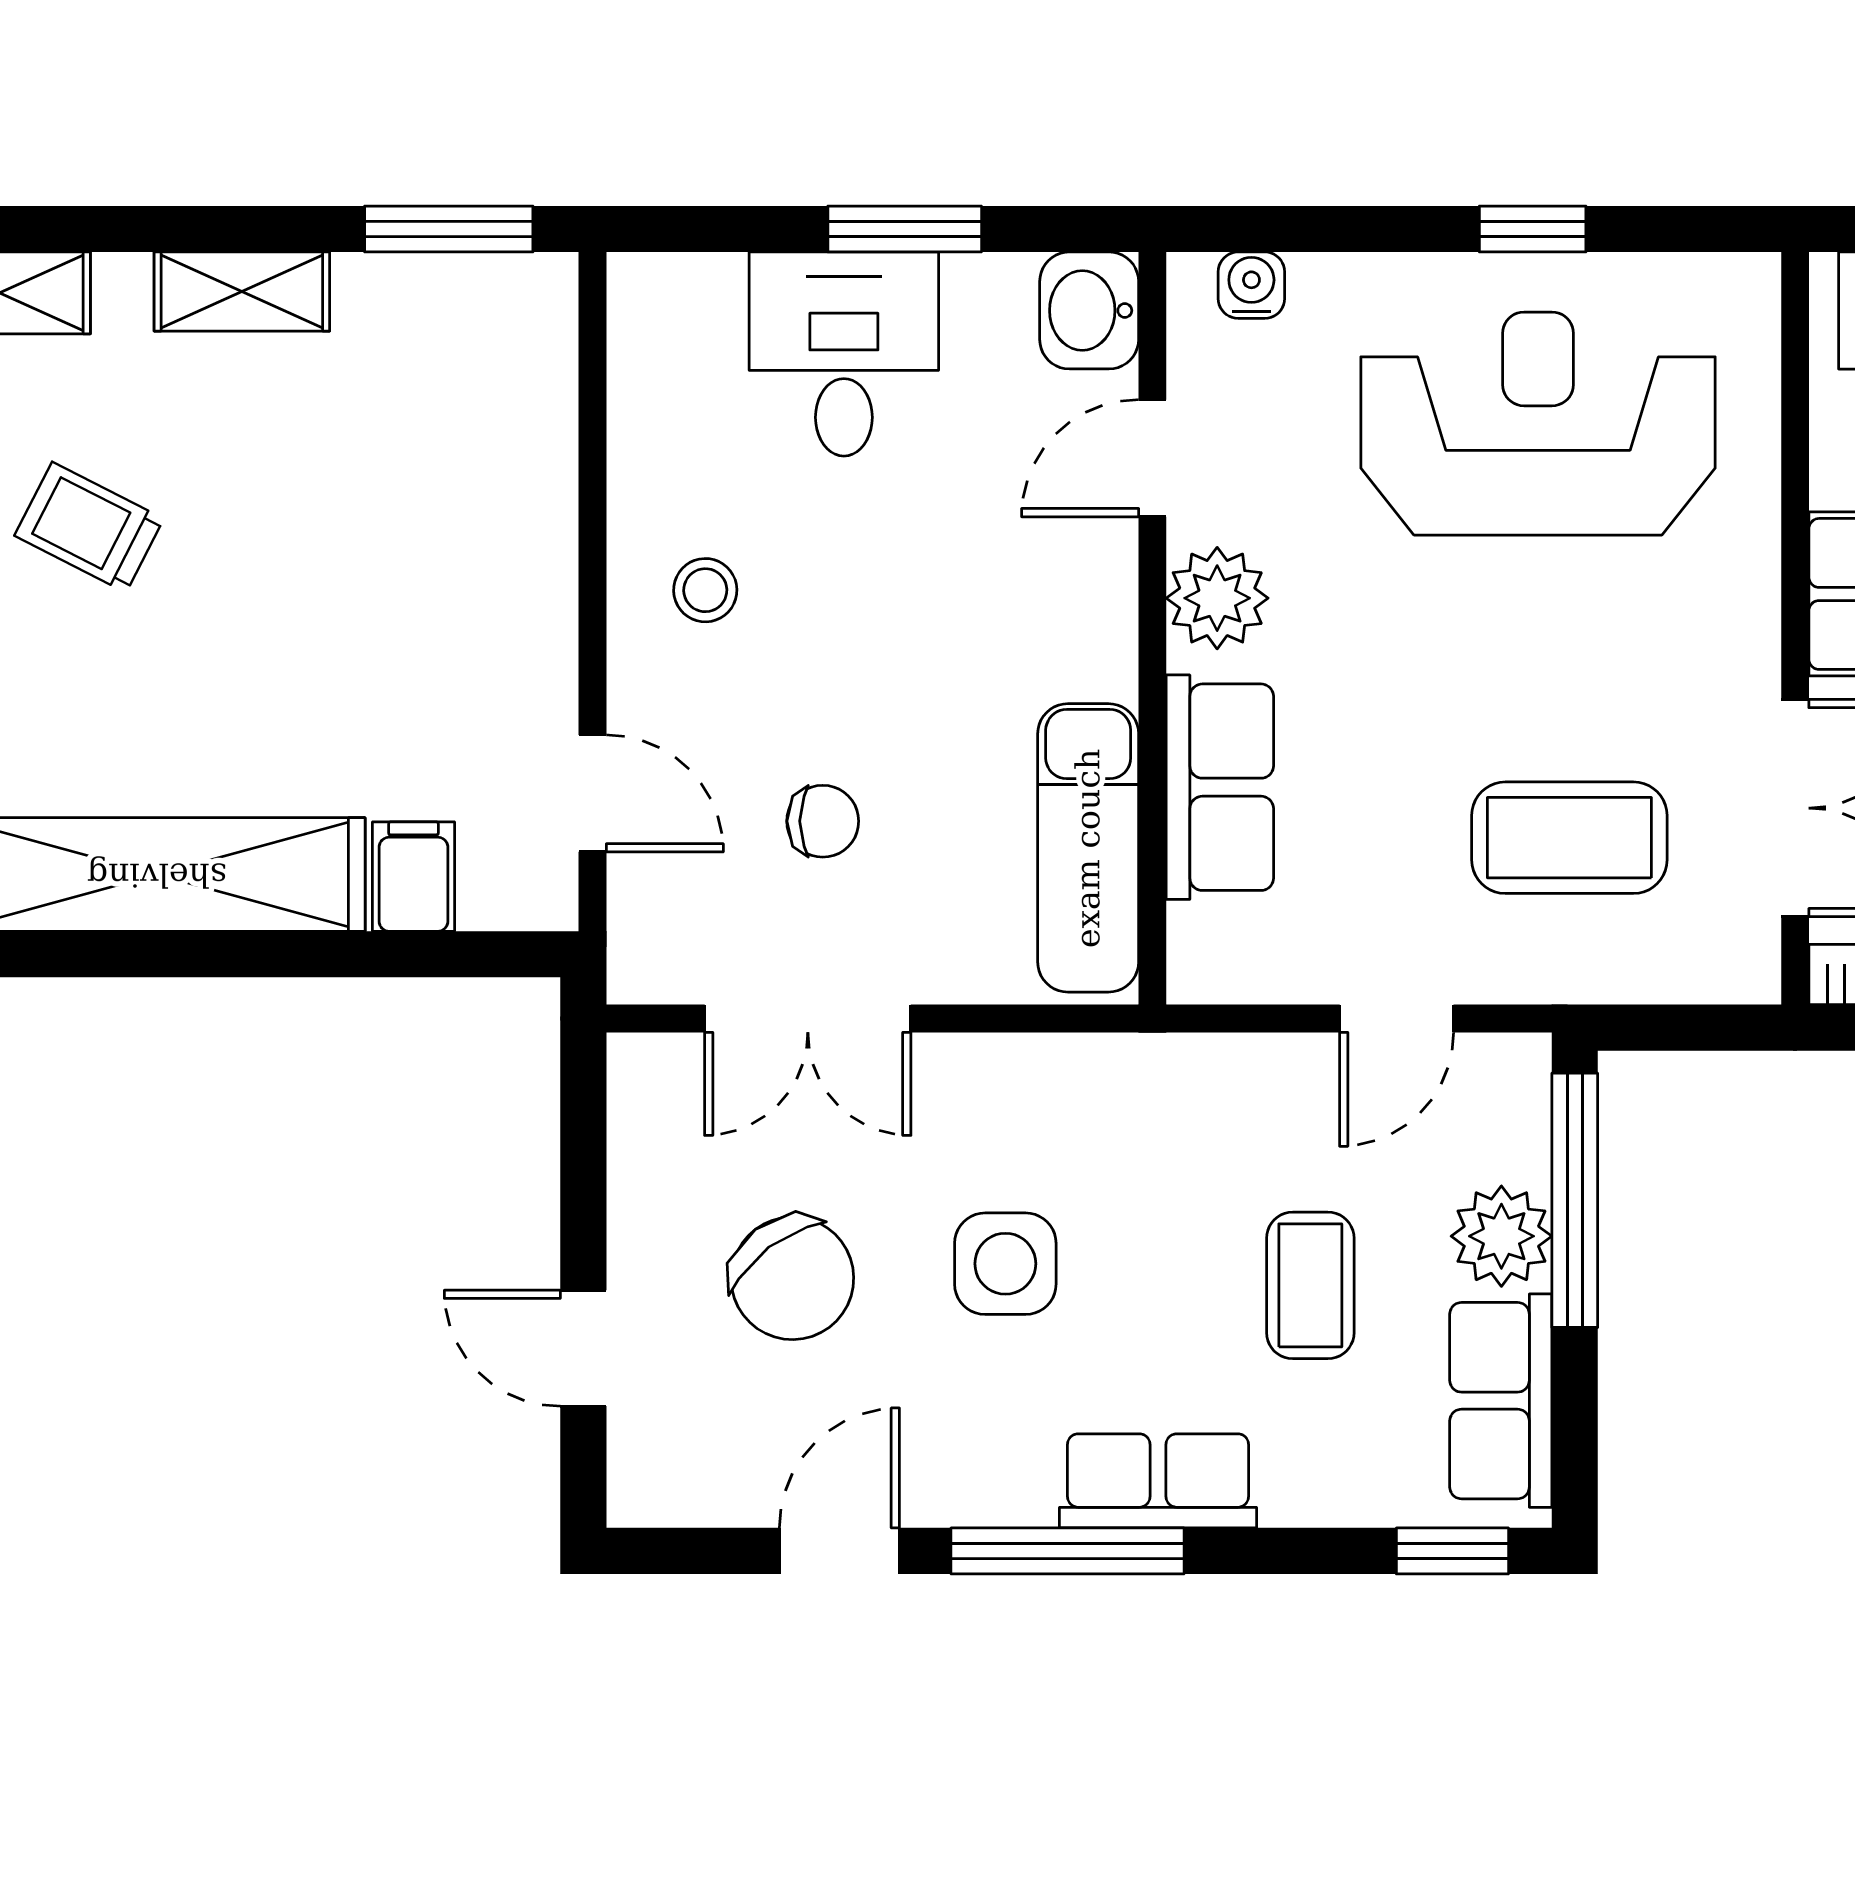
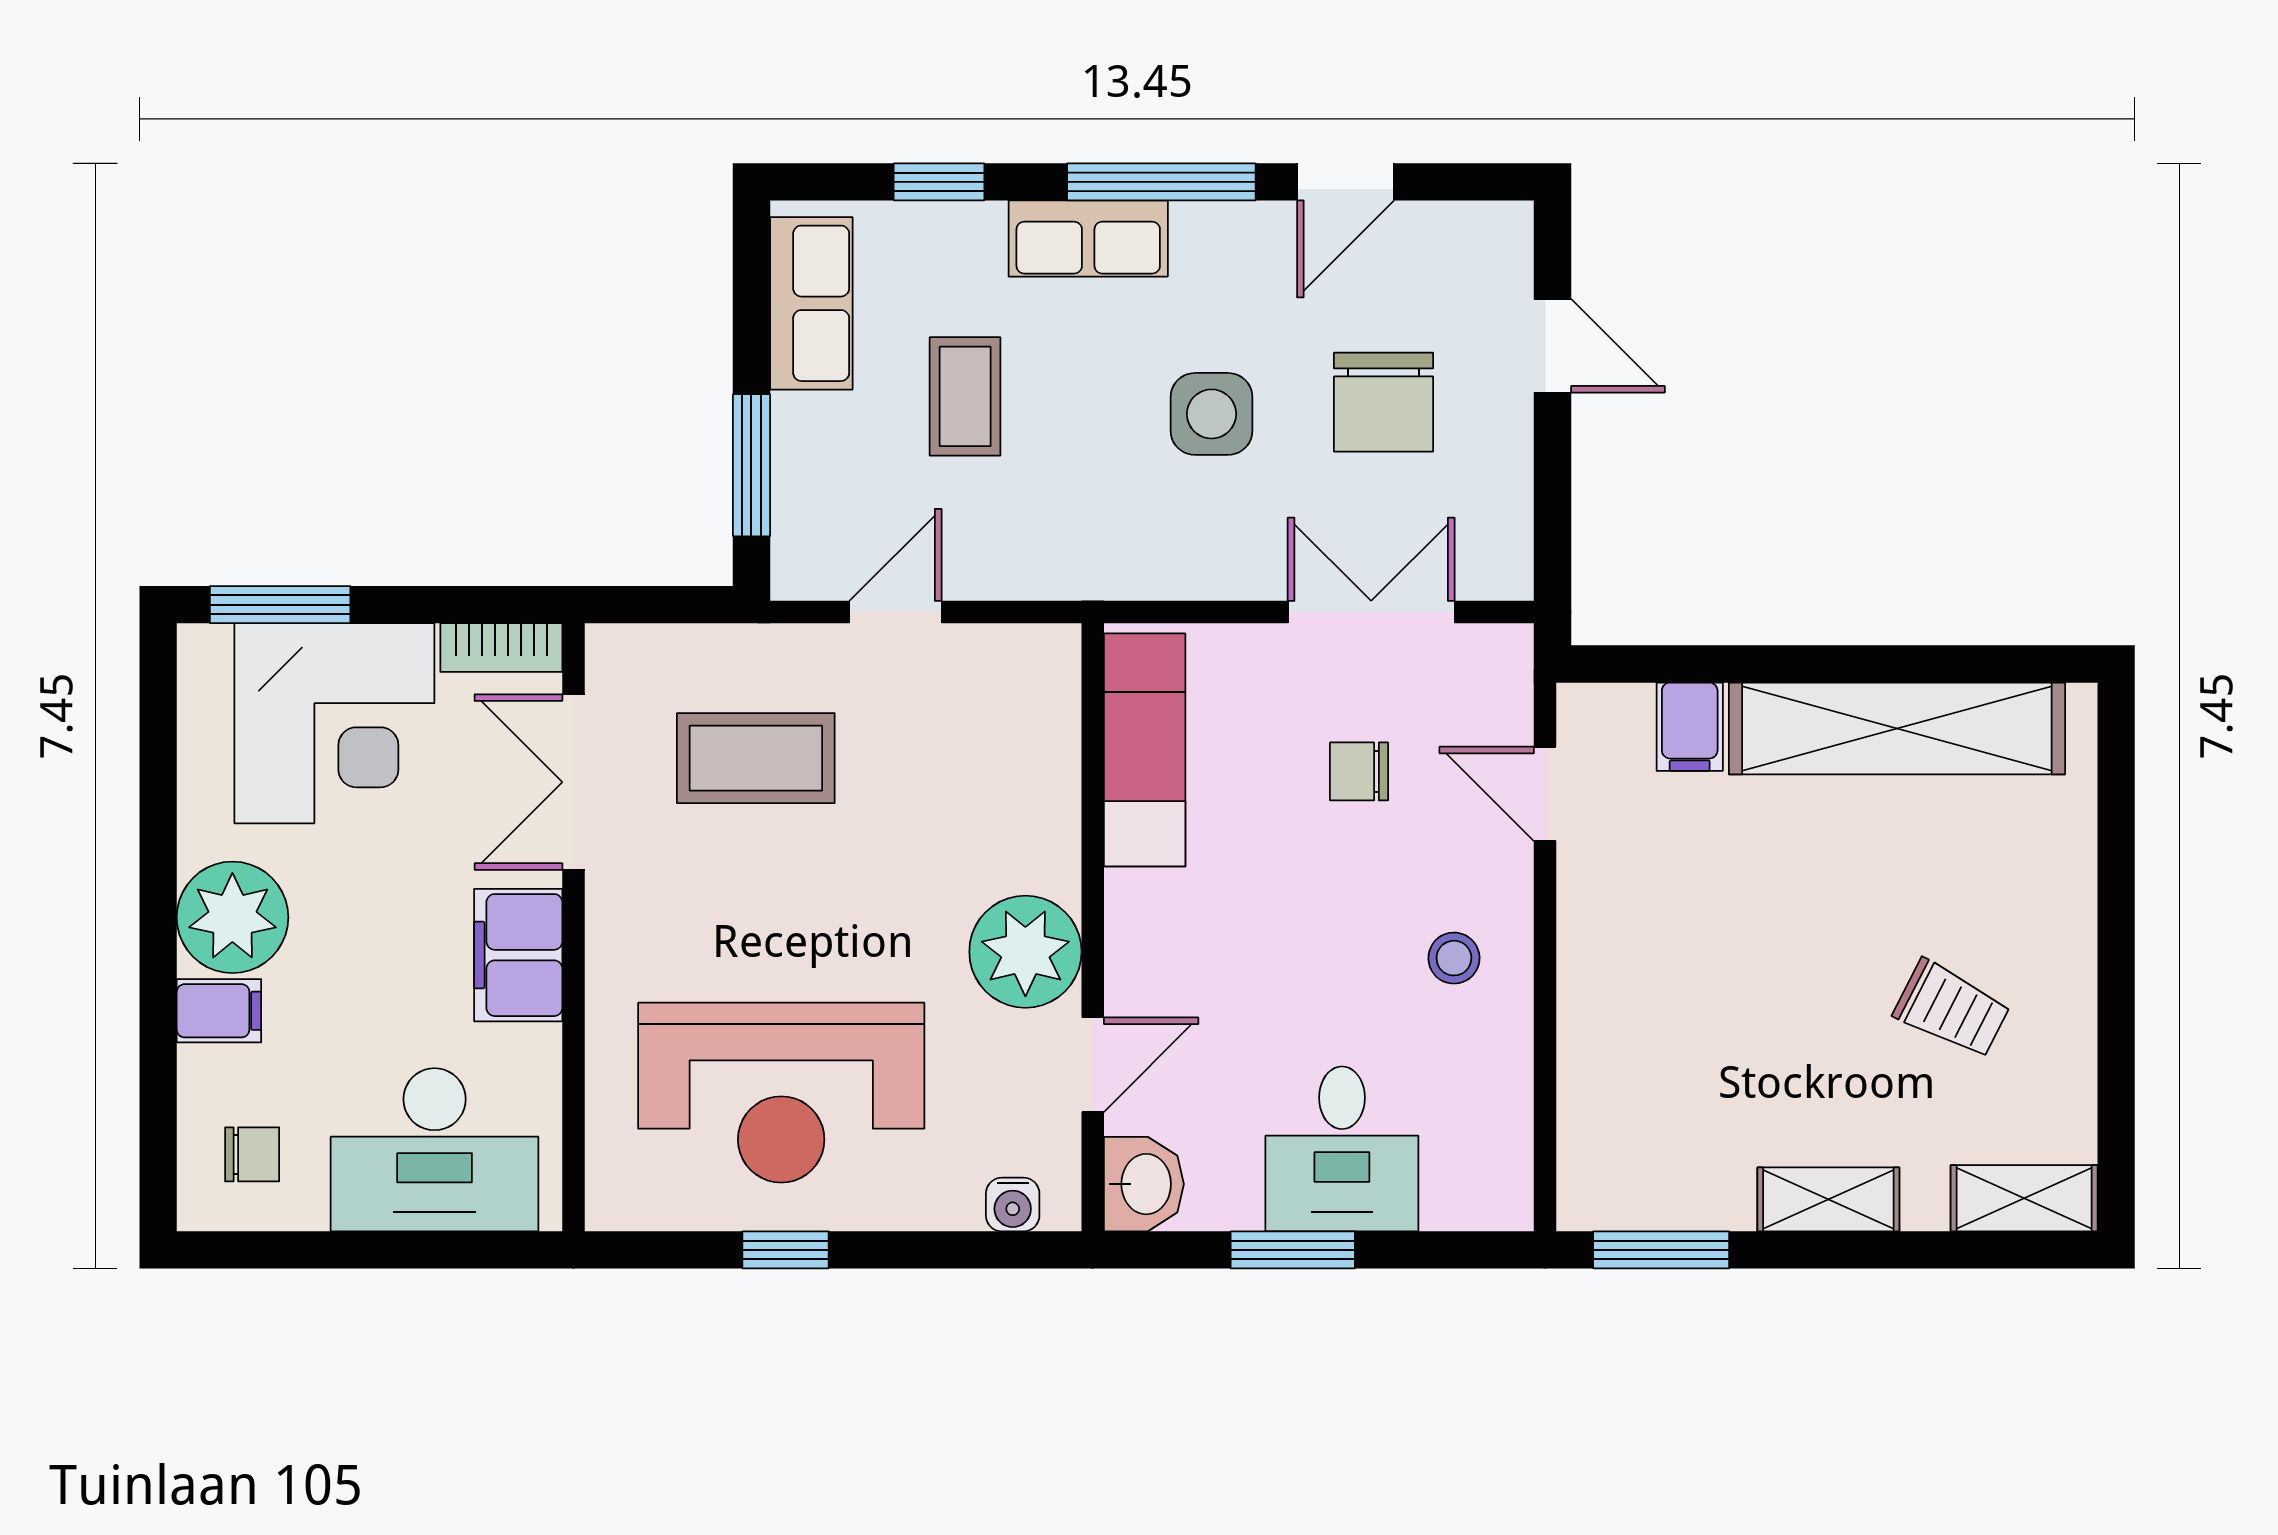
plant: (1217, 598) -> (1025, 952), width x1.36, depth x1.36
row of seats: (1220, 787) -> (1038, 799), removed
window: (1575, 1200) -> (751, 465), width x0.69
plant: (1501, 1236) -> (811, 436), removed
chair: (792, 1278) -> (1384, 402), turned -143
window: (1452, 1551) -> (939, 182), moved

